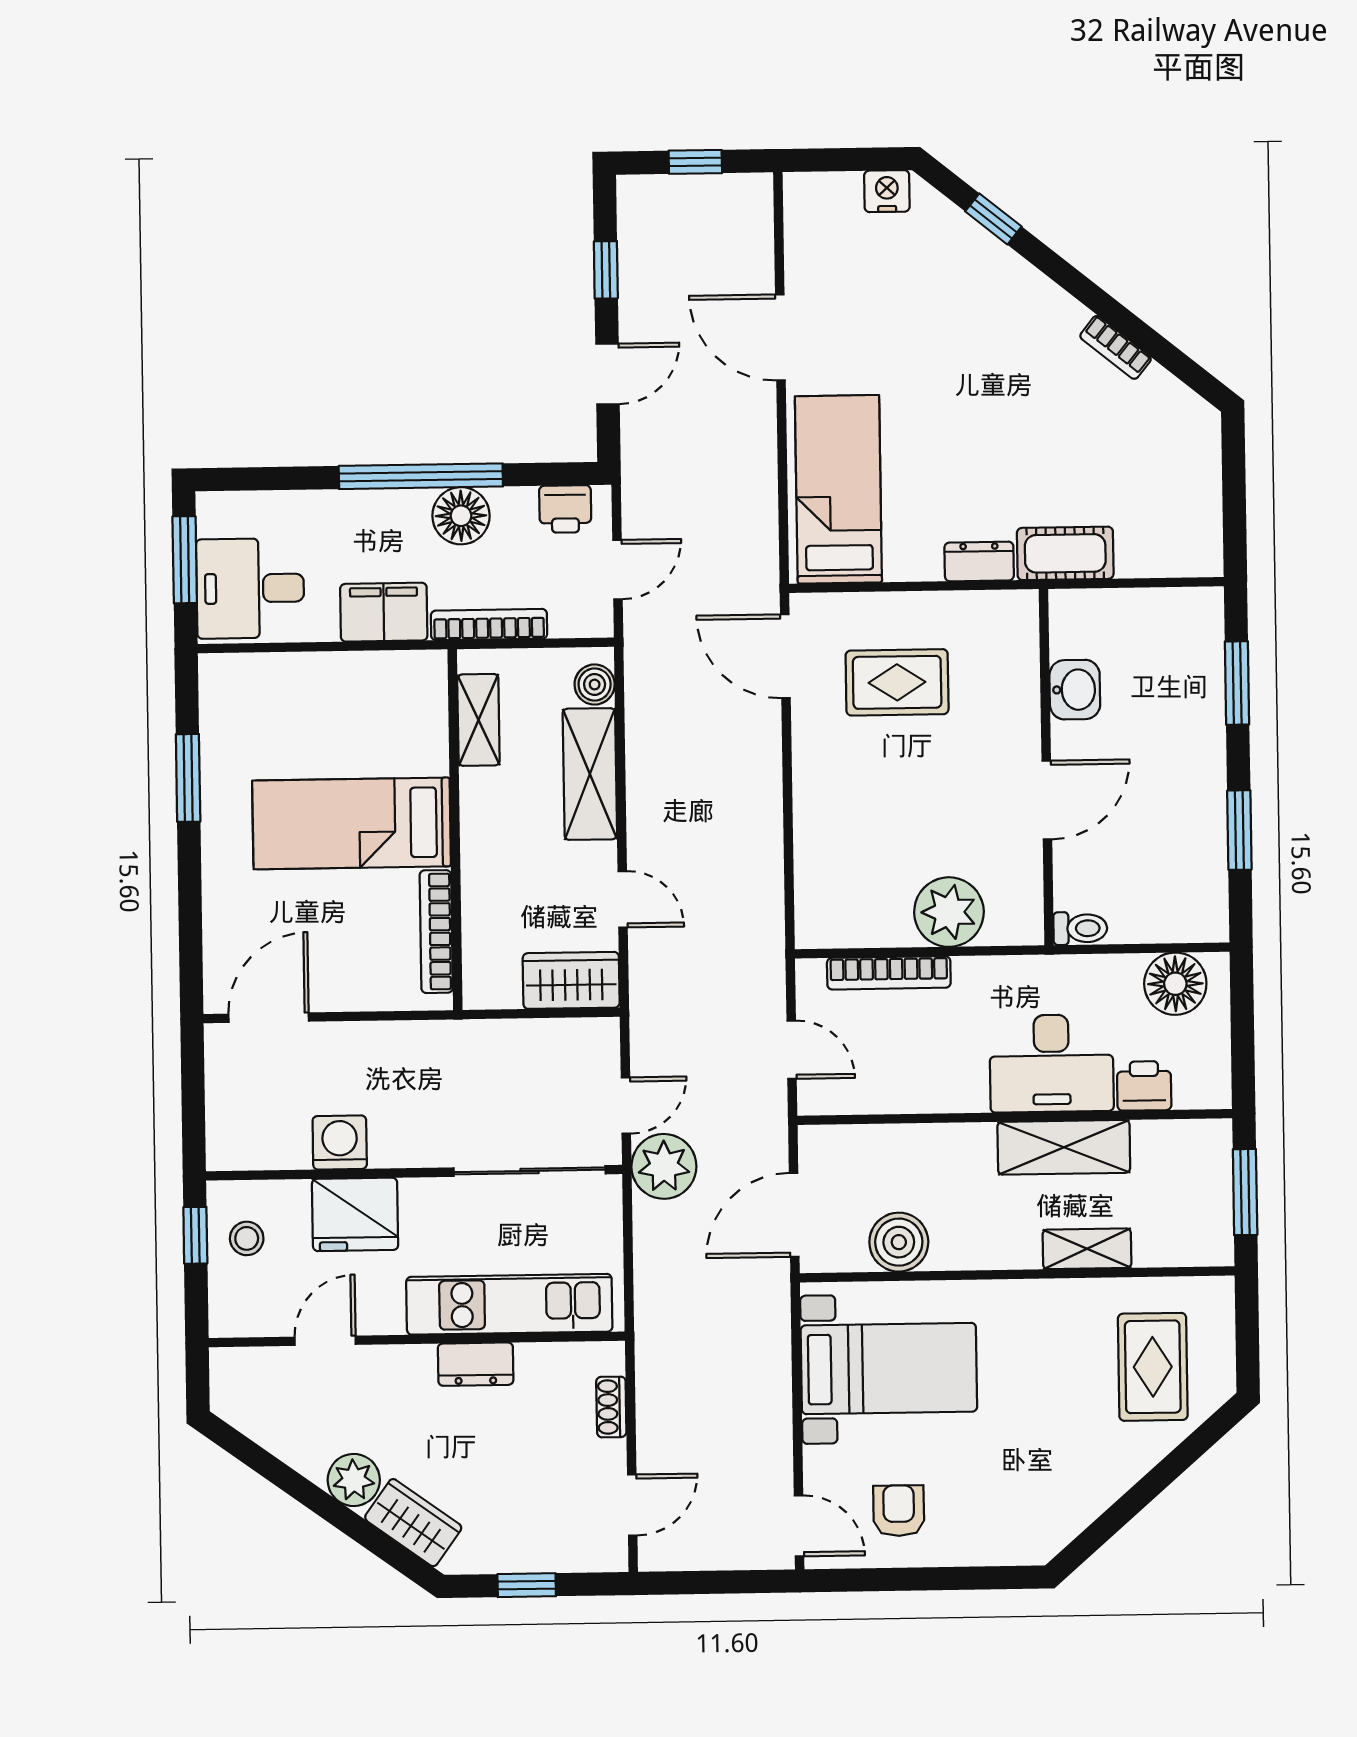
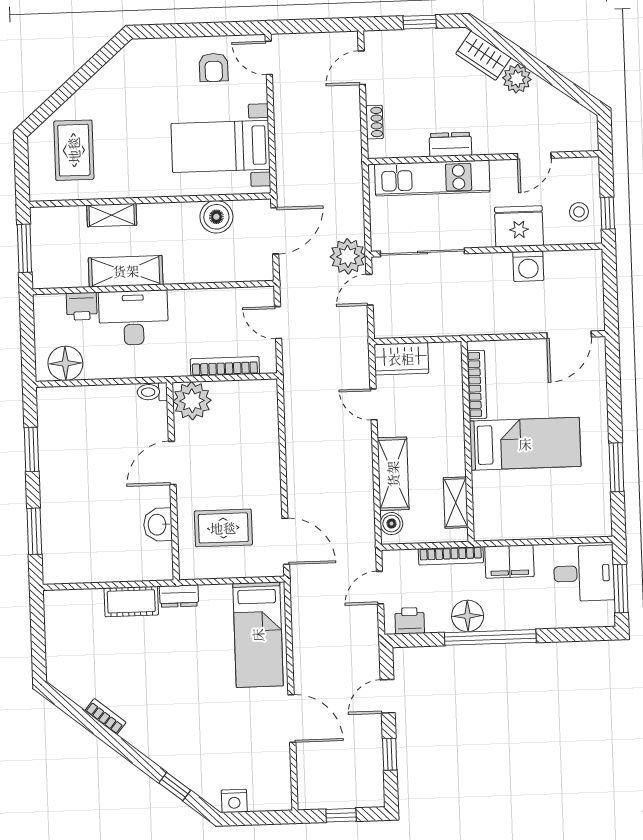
washbasin: (1075, 690) -> (158, 525), moved
wall: (1046, 767) -> (173, 481), moved
door: (1047, 800) -> (172, 463), moved
toilet: (1080, 928) -> (152, 392), moved

